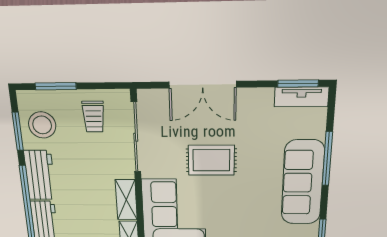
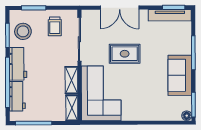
tv unit: (301, 97) -> (170, 15), width x1.41
sofa: (303, 183) -> (180, 75), width x0.73

